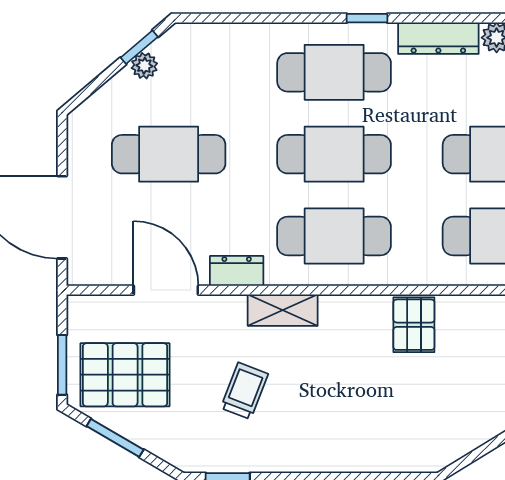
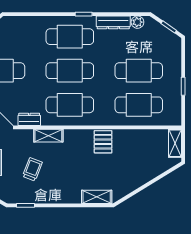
shelving: (399, 457) -> (97, 197), added

